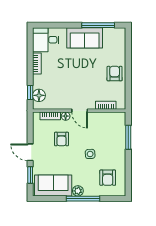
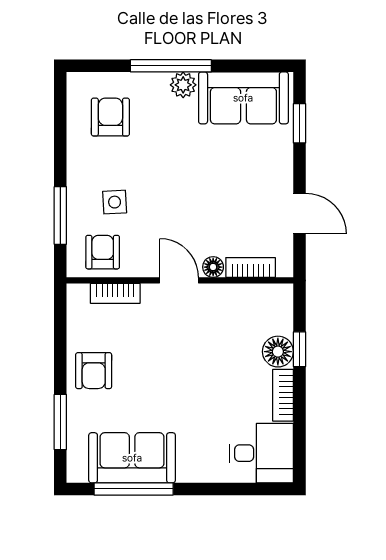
sofa: (85, 38) -> (132, 458), moved
window: (128, 52) -> (60, 422), added
window: (30, 92) -> (299, 349), moved
floor lamp: (39, 95) -> (278, 352), moved
armchair: (61, 139) -> (103, 252), moved
door: (30, 152) -> (299, 214), moved
side table: (90, 154) -> (115, 202), moved

